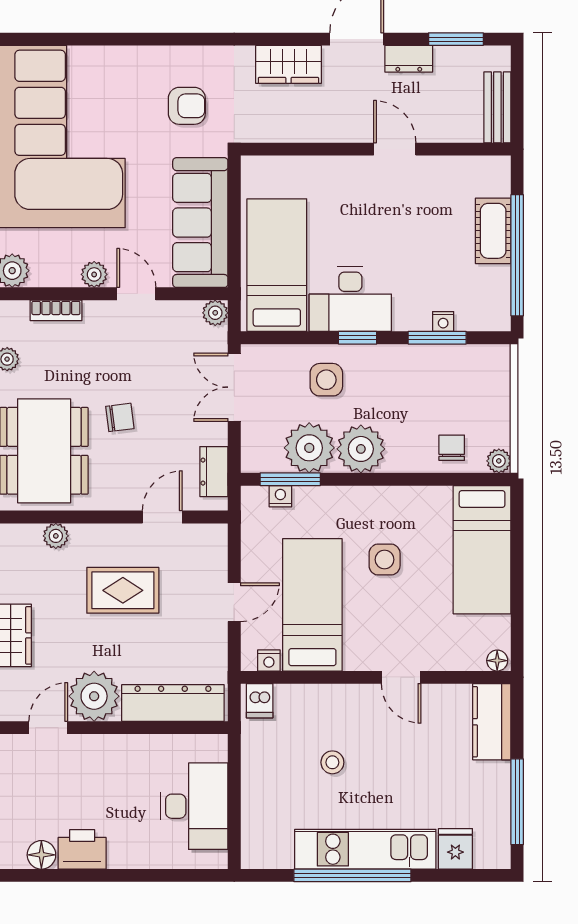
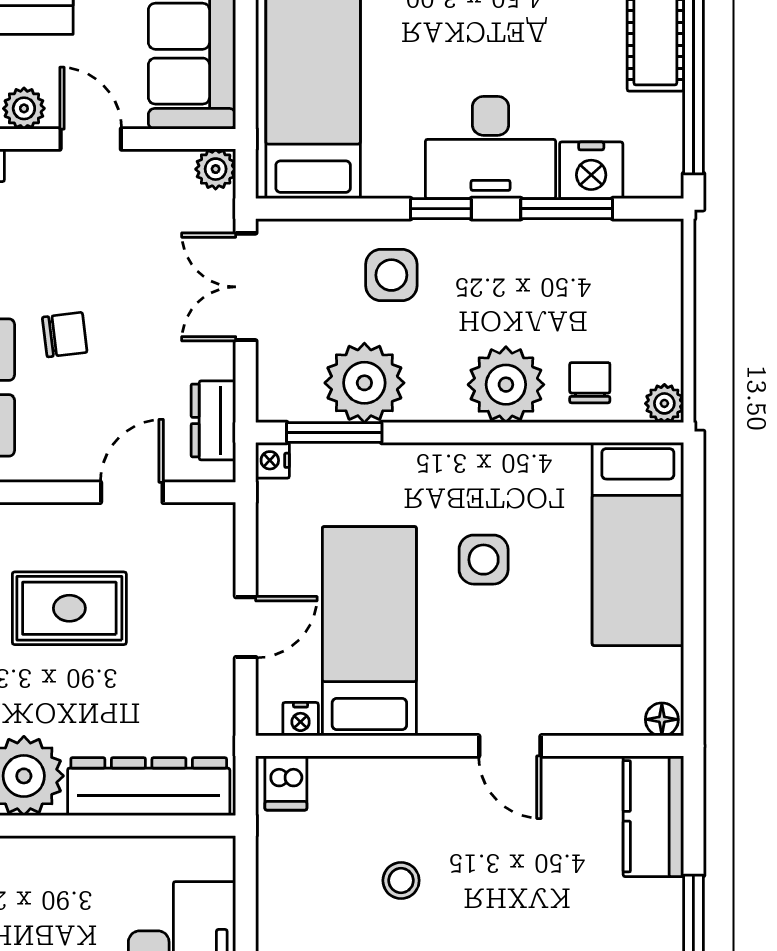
desk: (350, 299) -> (491, 148), moved
nightstand: (443, 322) -> (591, 170), width x1.89, depth x1.79
plant: (361, 449) -> (506, 385), moved
nightstand: (280, 496) -> (272, 460), moved, turned -90

